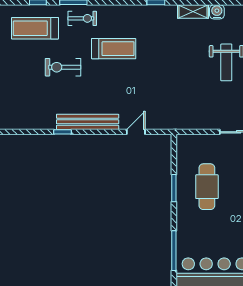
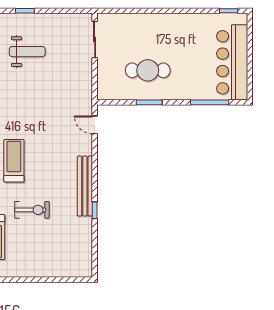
exercise bike: (63, 67) -> (32, 210), turned -90
door: (136, 132) -> (95, 125), moved

